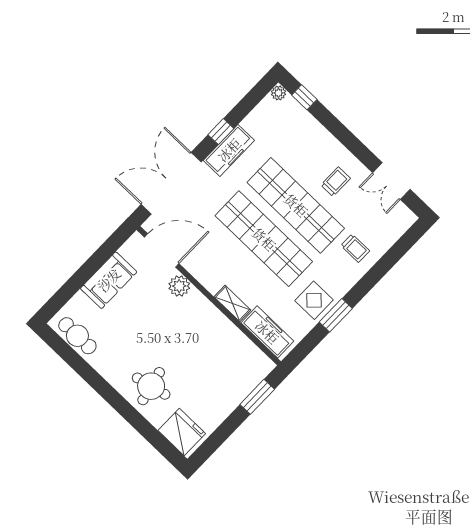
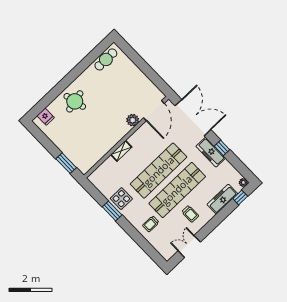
sofa: (109, 280) -> (138, 79), removed
freezer: (267, 332) -> (222, 199), moved, turned 180
fridge: (182, 432) -> (46, 117), width x0.53, depth x0.75

